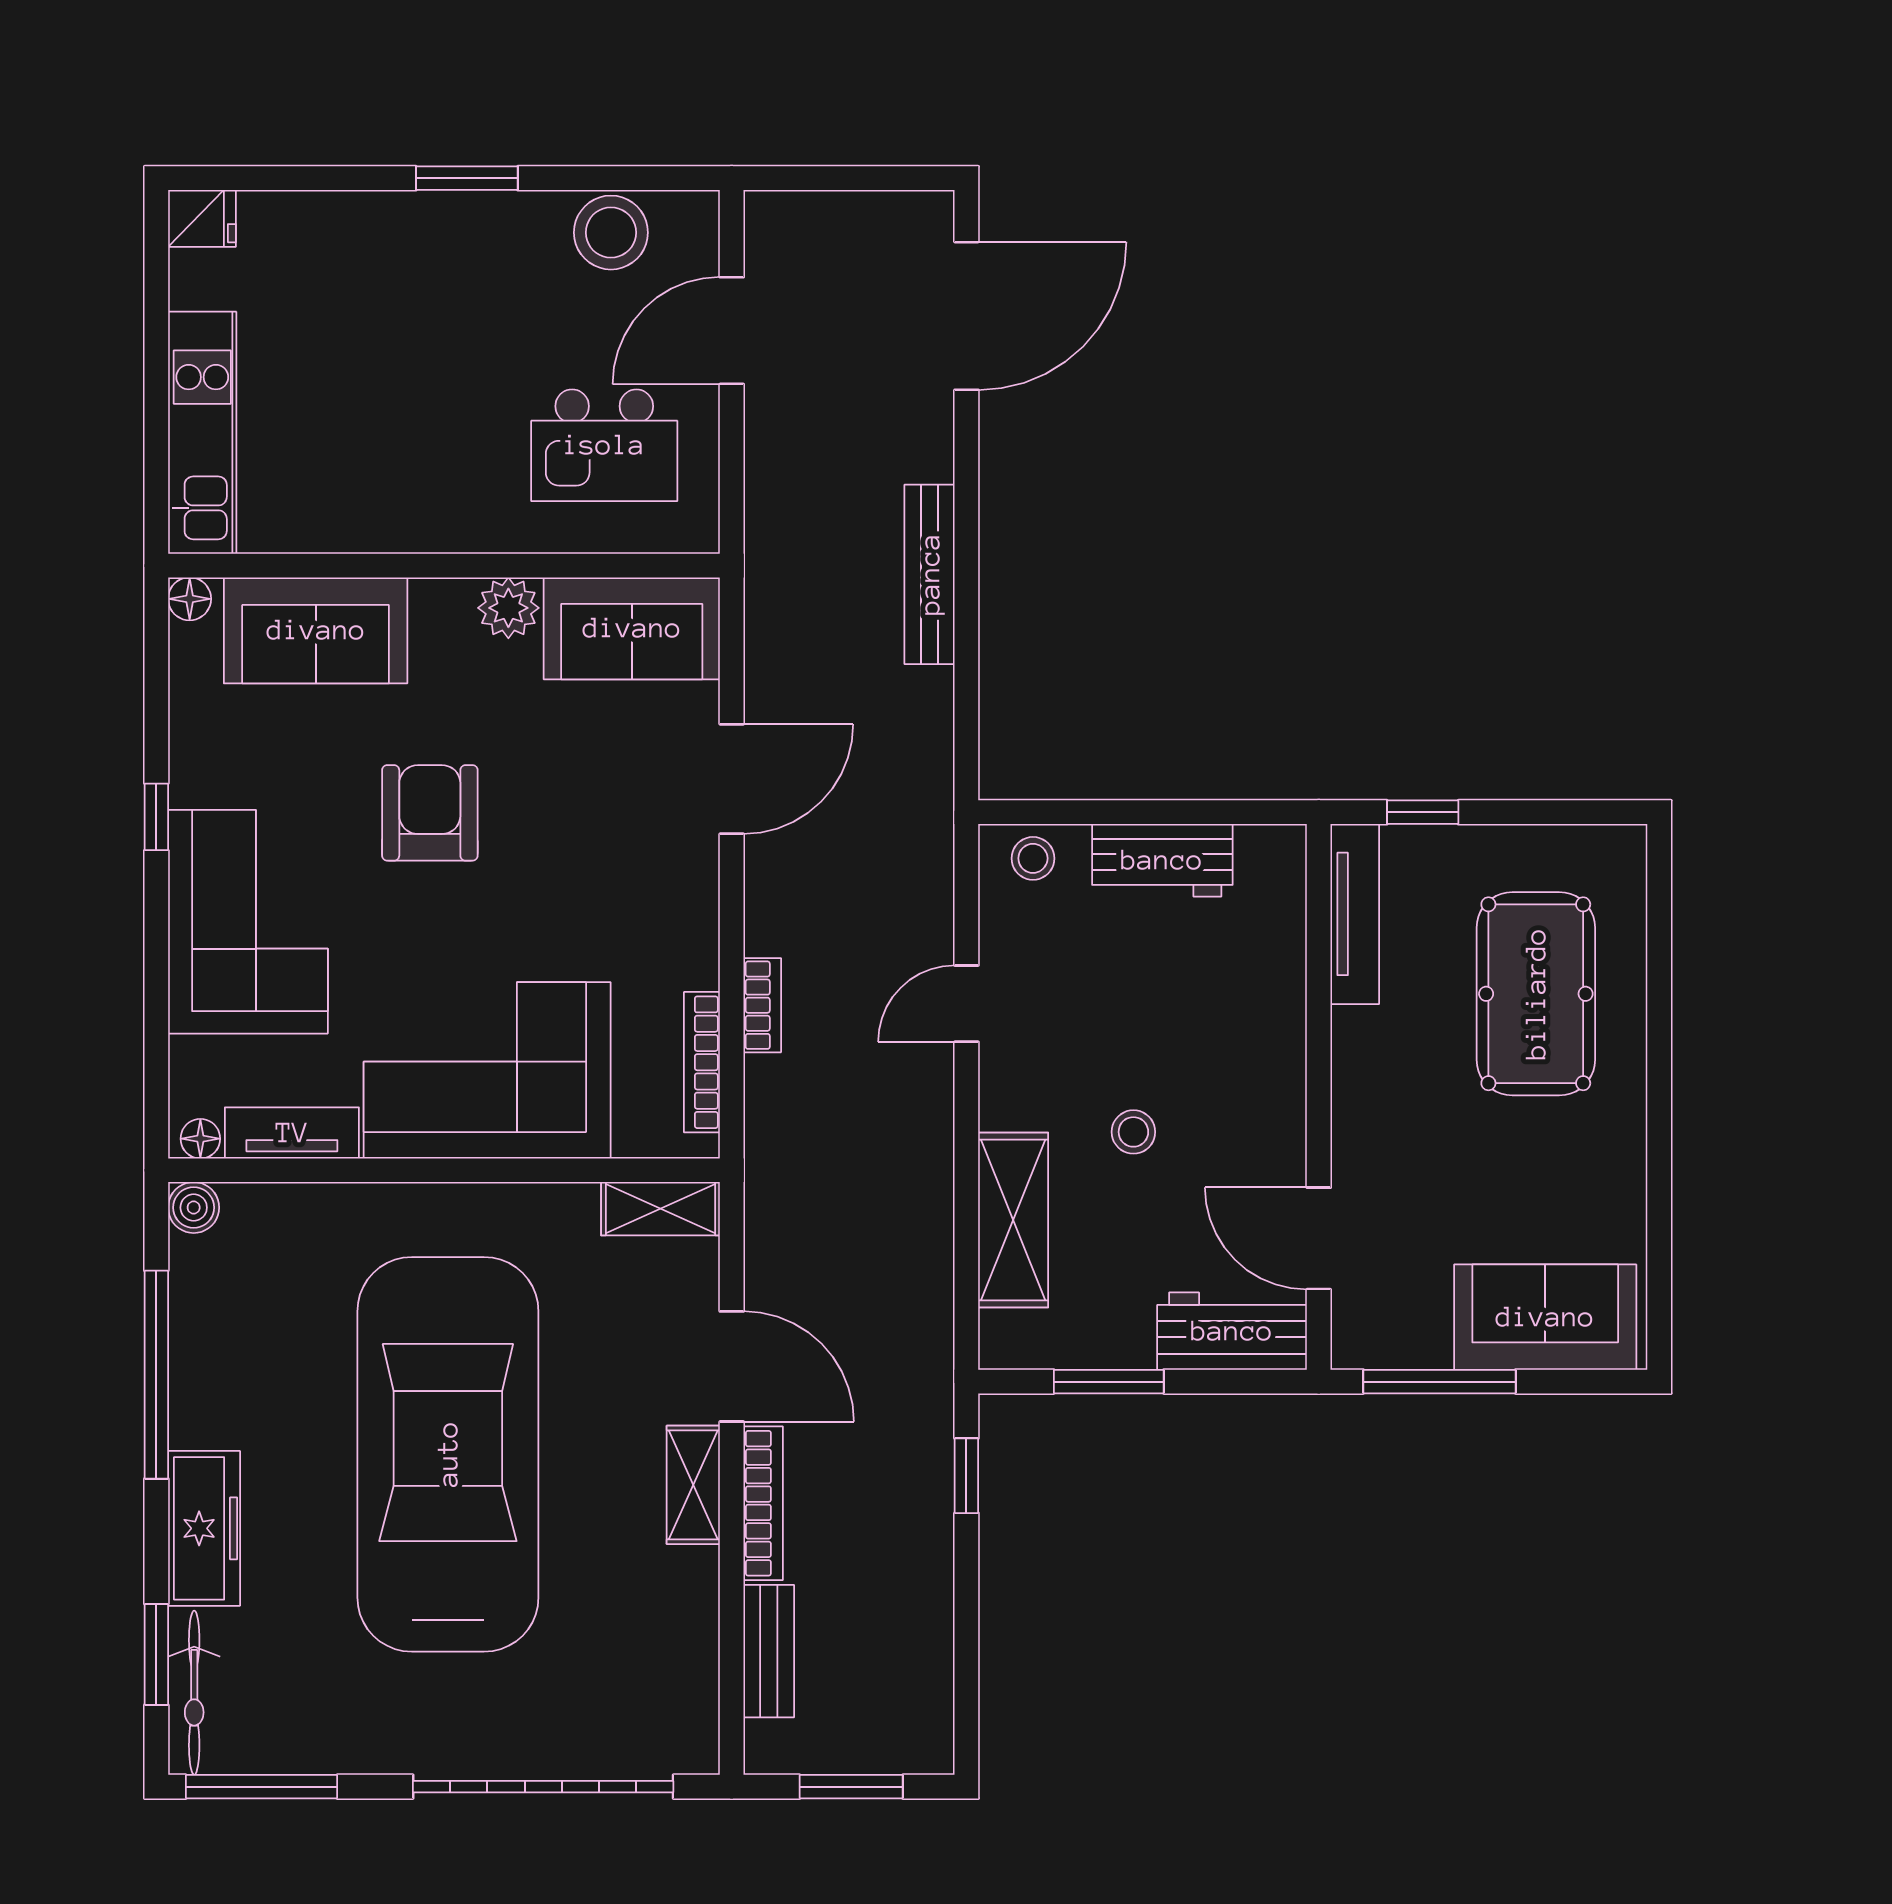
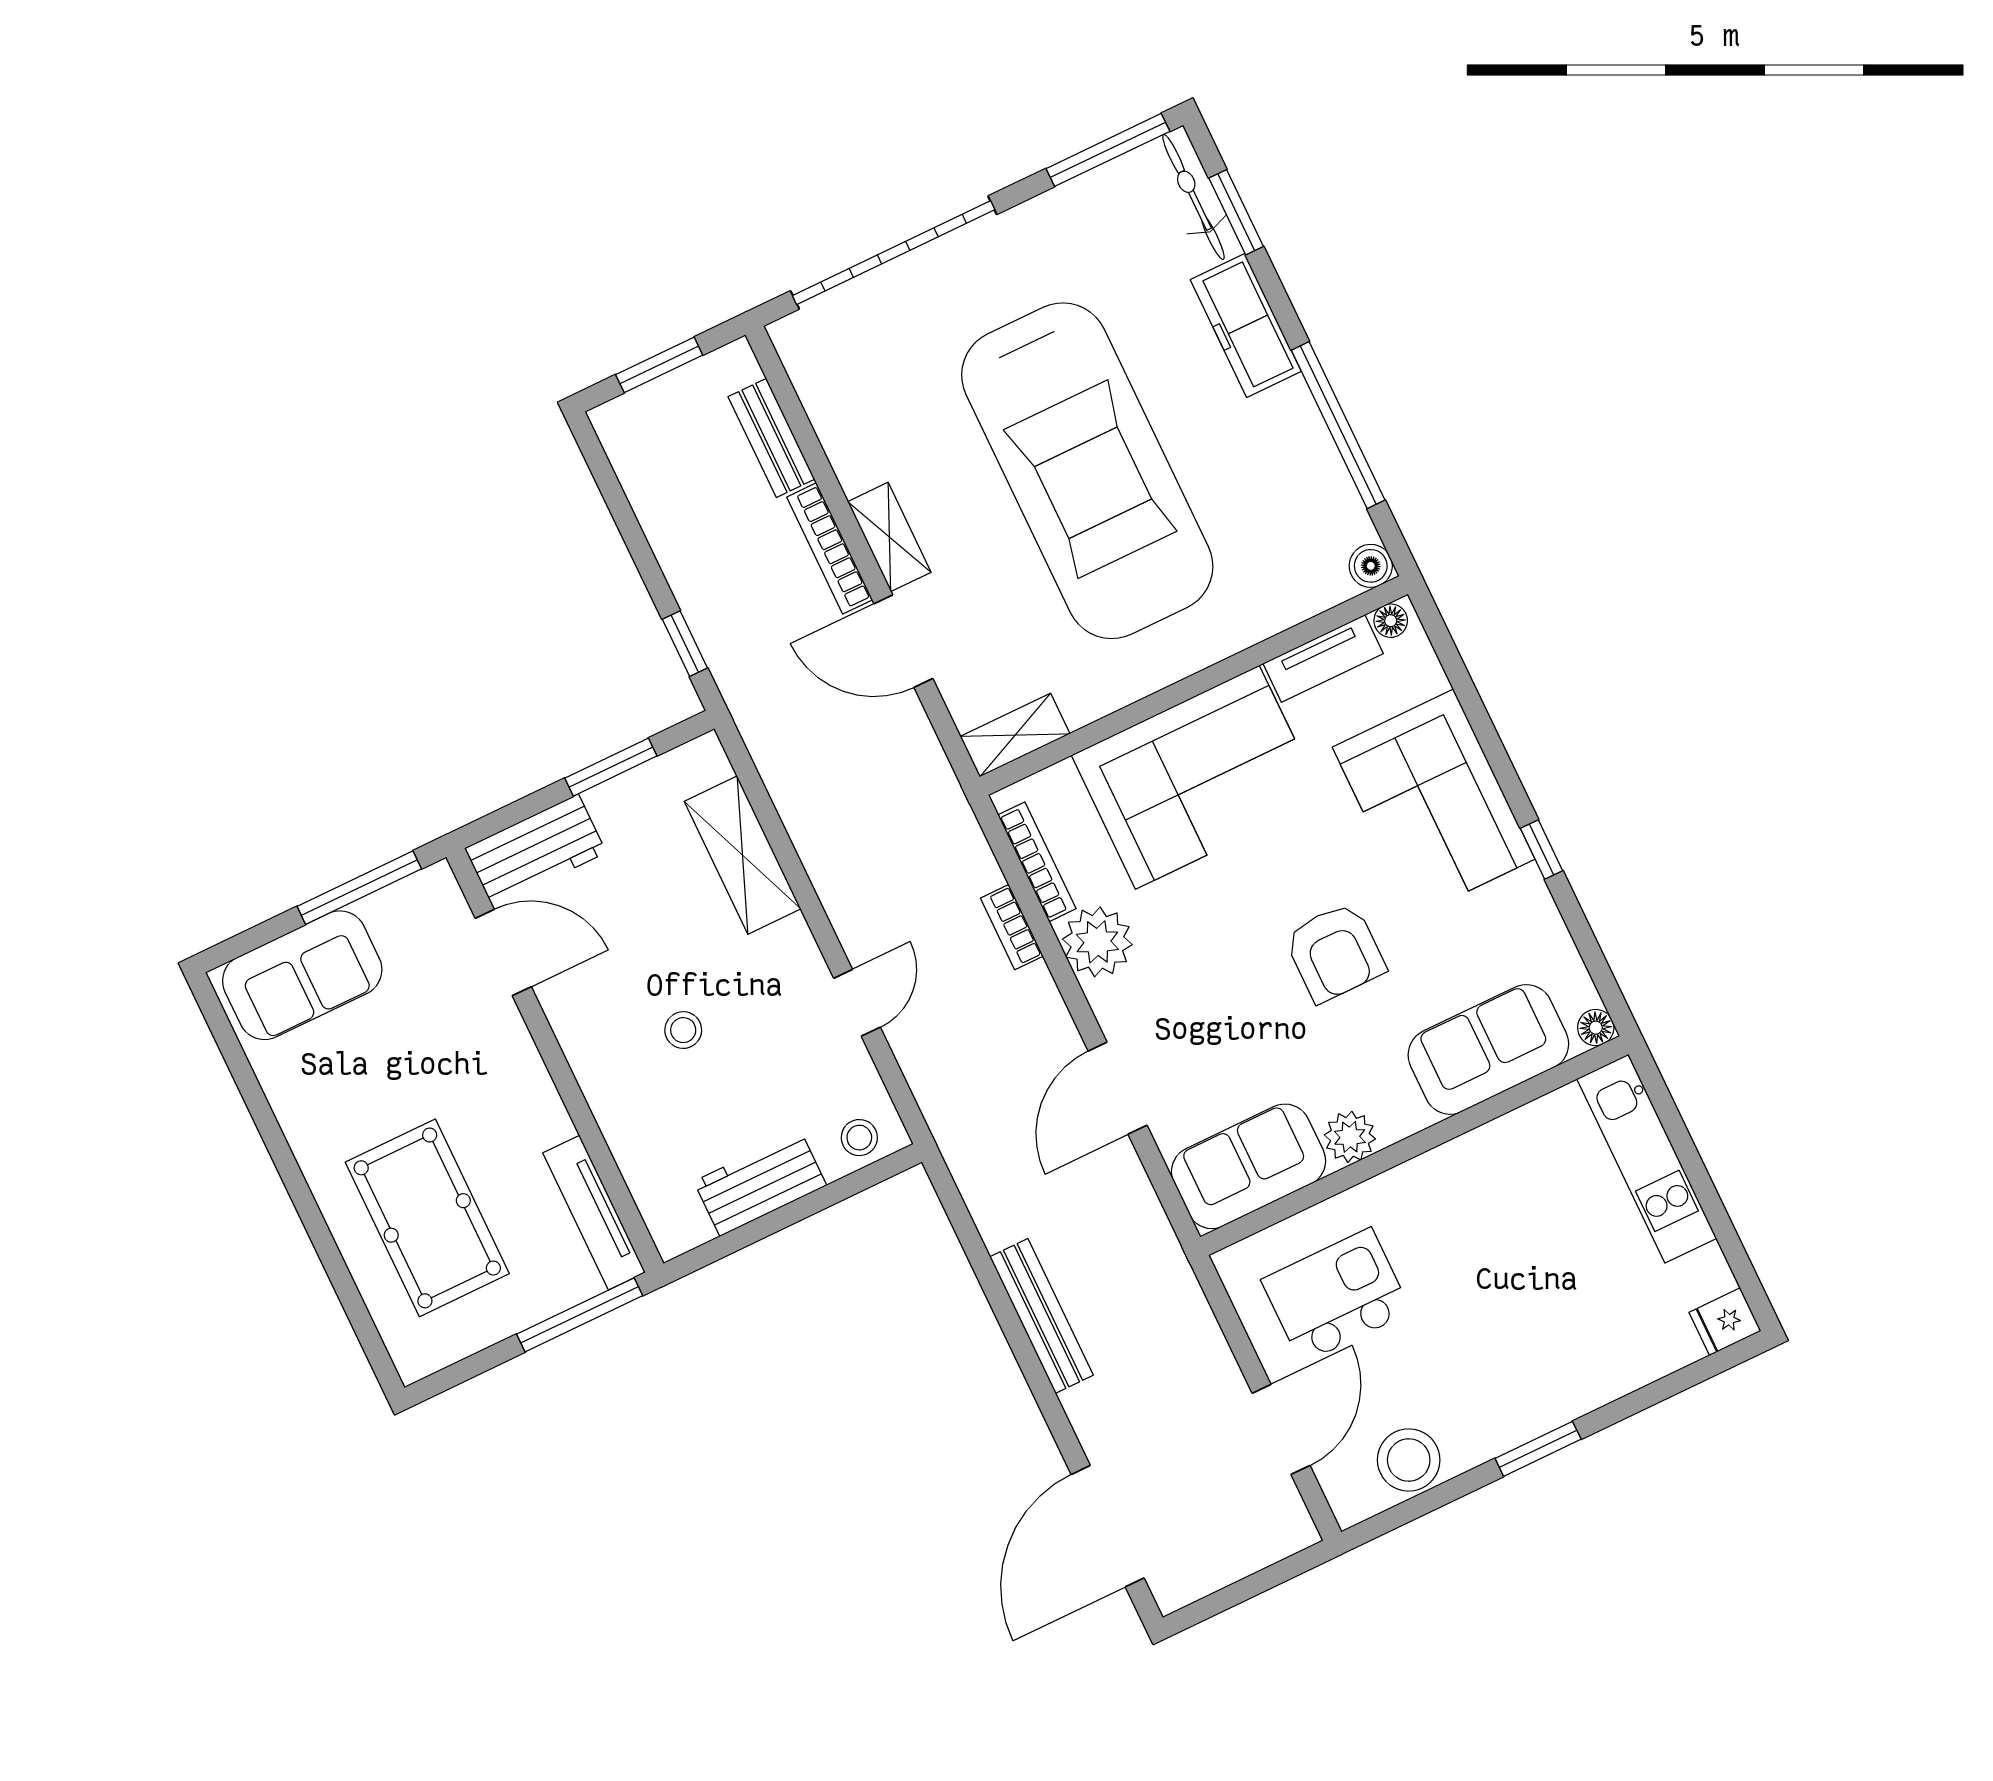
window: (1423, 812) -> (580, 1315), width x2.17
plant: (678, 946) -> (1097, 942), added
stool: (1133, 1132) -> (683, 1030), moved

